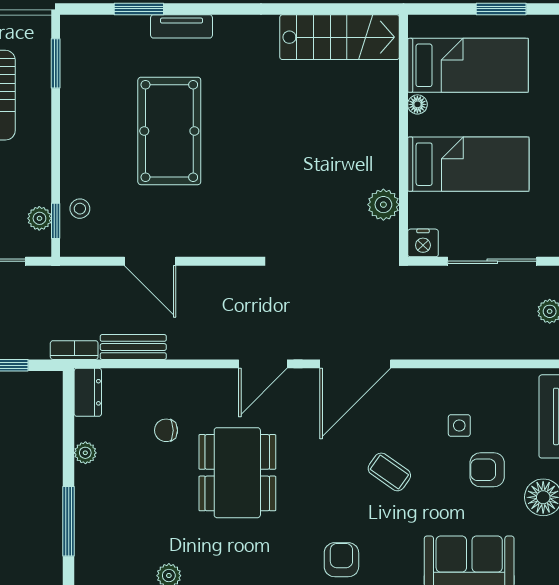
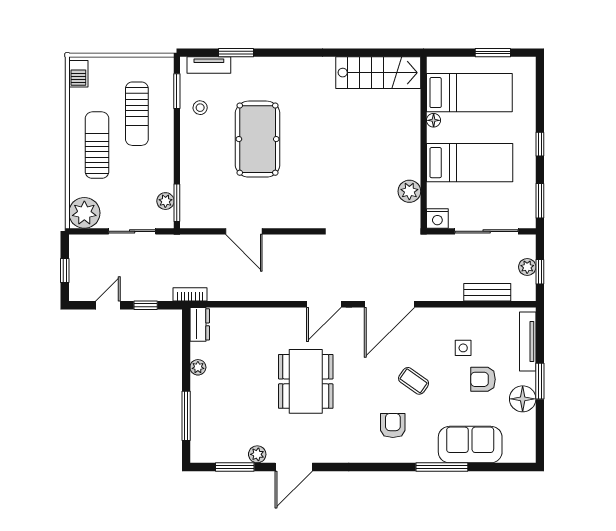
tv unit: (182, 26) -> (209, 65), moved
stool: (80, 209) -> (200, 108), moved
window: (56, 221) -> (177, 203), width x1.50
bench: (133, 347) -> (487, 292), moved
chair: (166, 430) -> (255, 351), removed
armchair: (341, 560) -> (393, 425), moved

